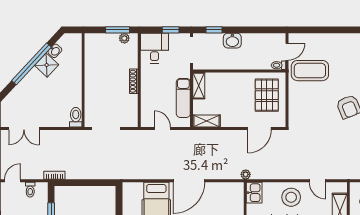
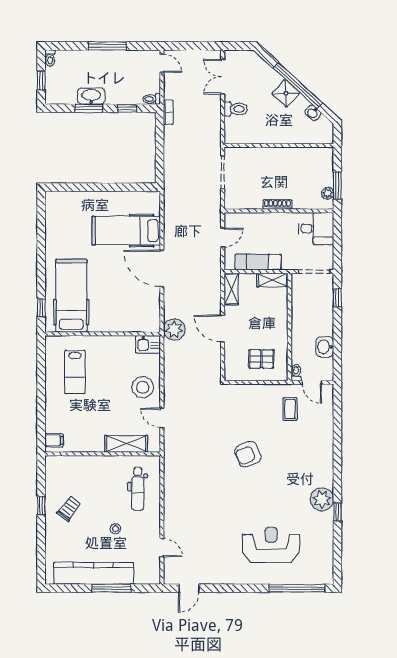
window: (171, 30) -> (337, 247), removed
washbasin: (232, 41) -> (325, 347), moved
shower: (47, 65) -> (286, 93), moved
coffee table: (310, 71) -> (290, 409), width x0.54, depth x0.58
pallet: (267, 95) -> (261, 359), width x0.67, depth x0.71
toilet: (76, 117) -> (236, 109), moved
door: (260, 128) -> (223, 329), moved
plant: (246, 174) -> (174, 329), width x1.87, depth x1.87
door: (317, 181) -> (162, 418), hinge flipped
toilet: (30, 190) -> (152, 99), moved

